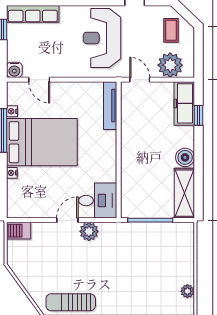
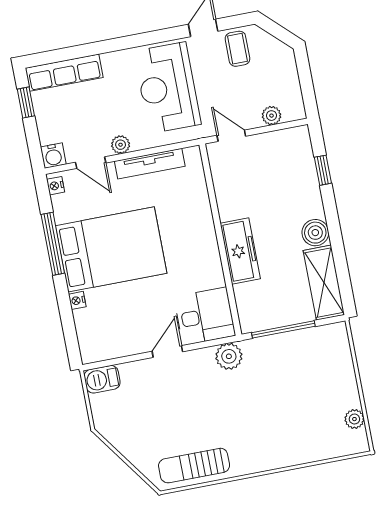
coffee table: (171, 30) -> (237, 49), moved
plant: (170, 65) -> (272, 116), width x0.53, depth x0.53
plant: (62, 71) -> (121, 145), added
freezer: (184, 103) -> (240, 251), moved, turned 180
tv unit: (110, 106) -> (150, 164), moved, turned -90
nightstand: (12, 111) -> (56, 186), moved
plant: (89, 231) -> (229, 356), moved

